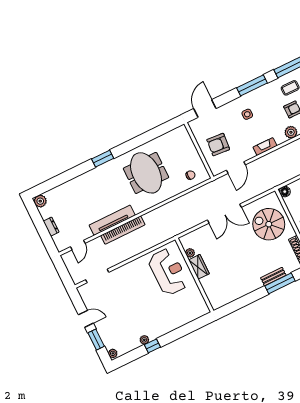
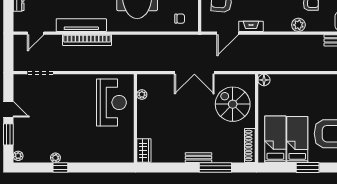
fireplace: (265, 147) -> (251, 26), moved
wardrobe: (199, 267) -> (144, 150), moved
bench: (273, 276) -> (198, 158), moved

